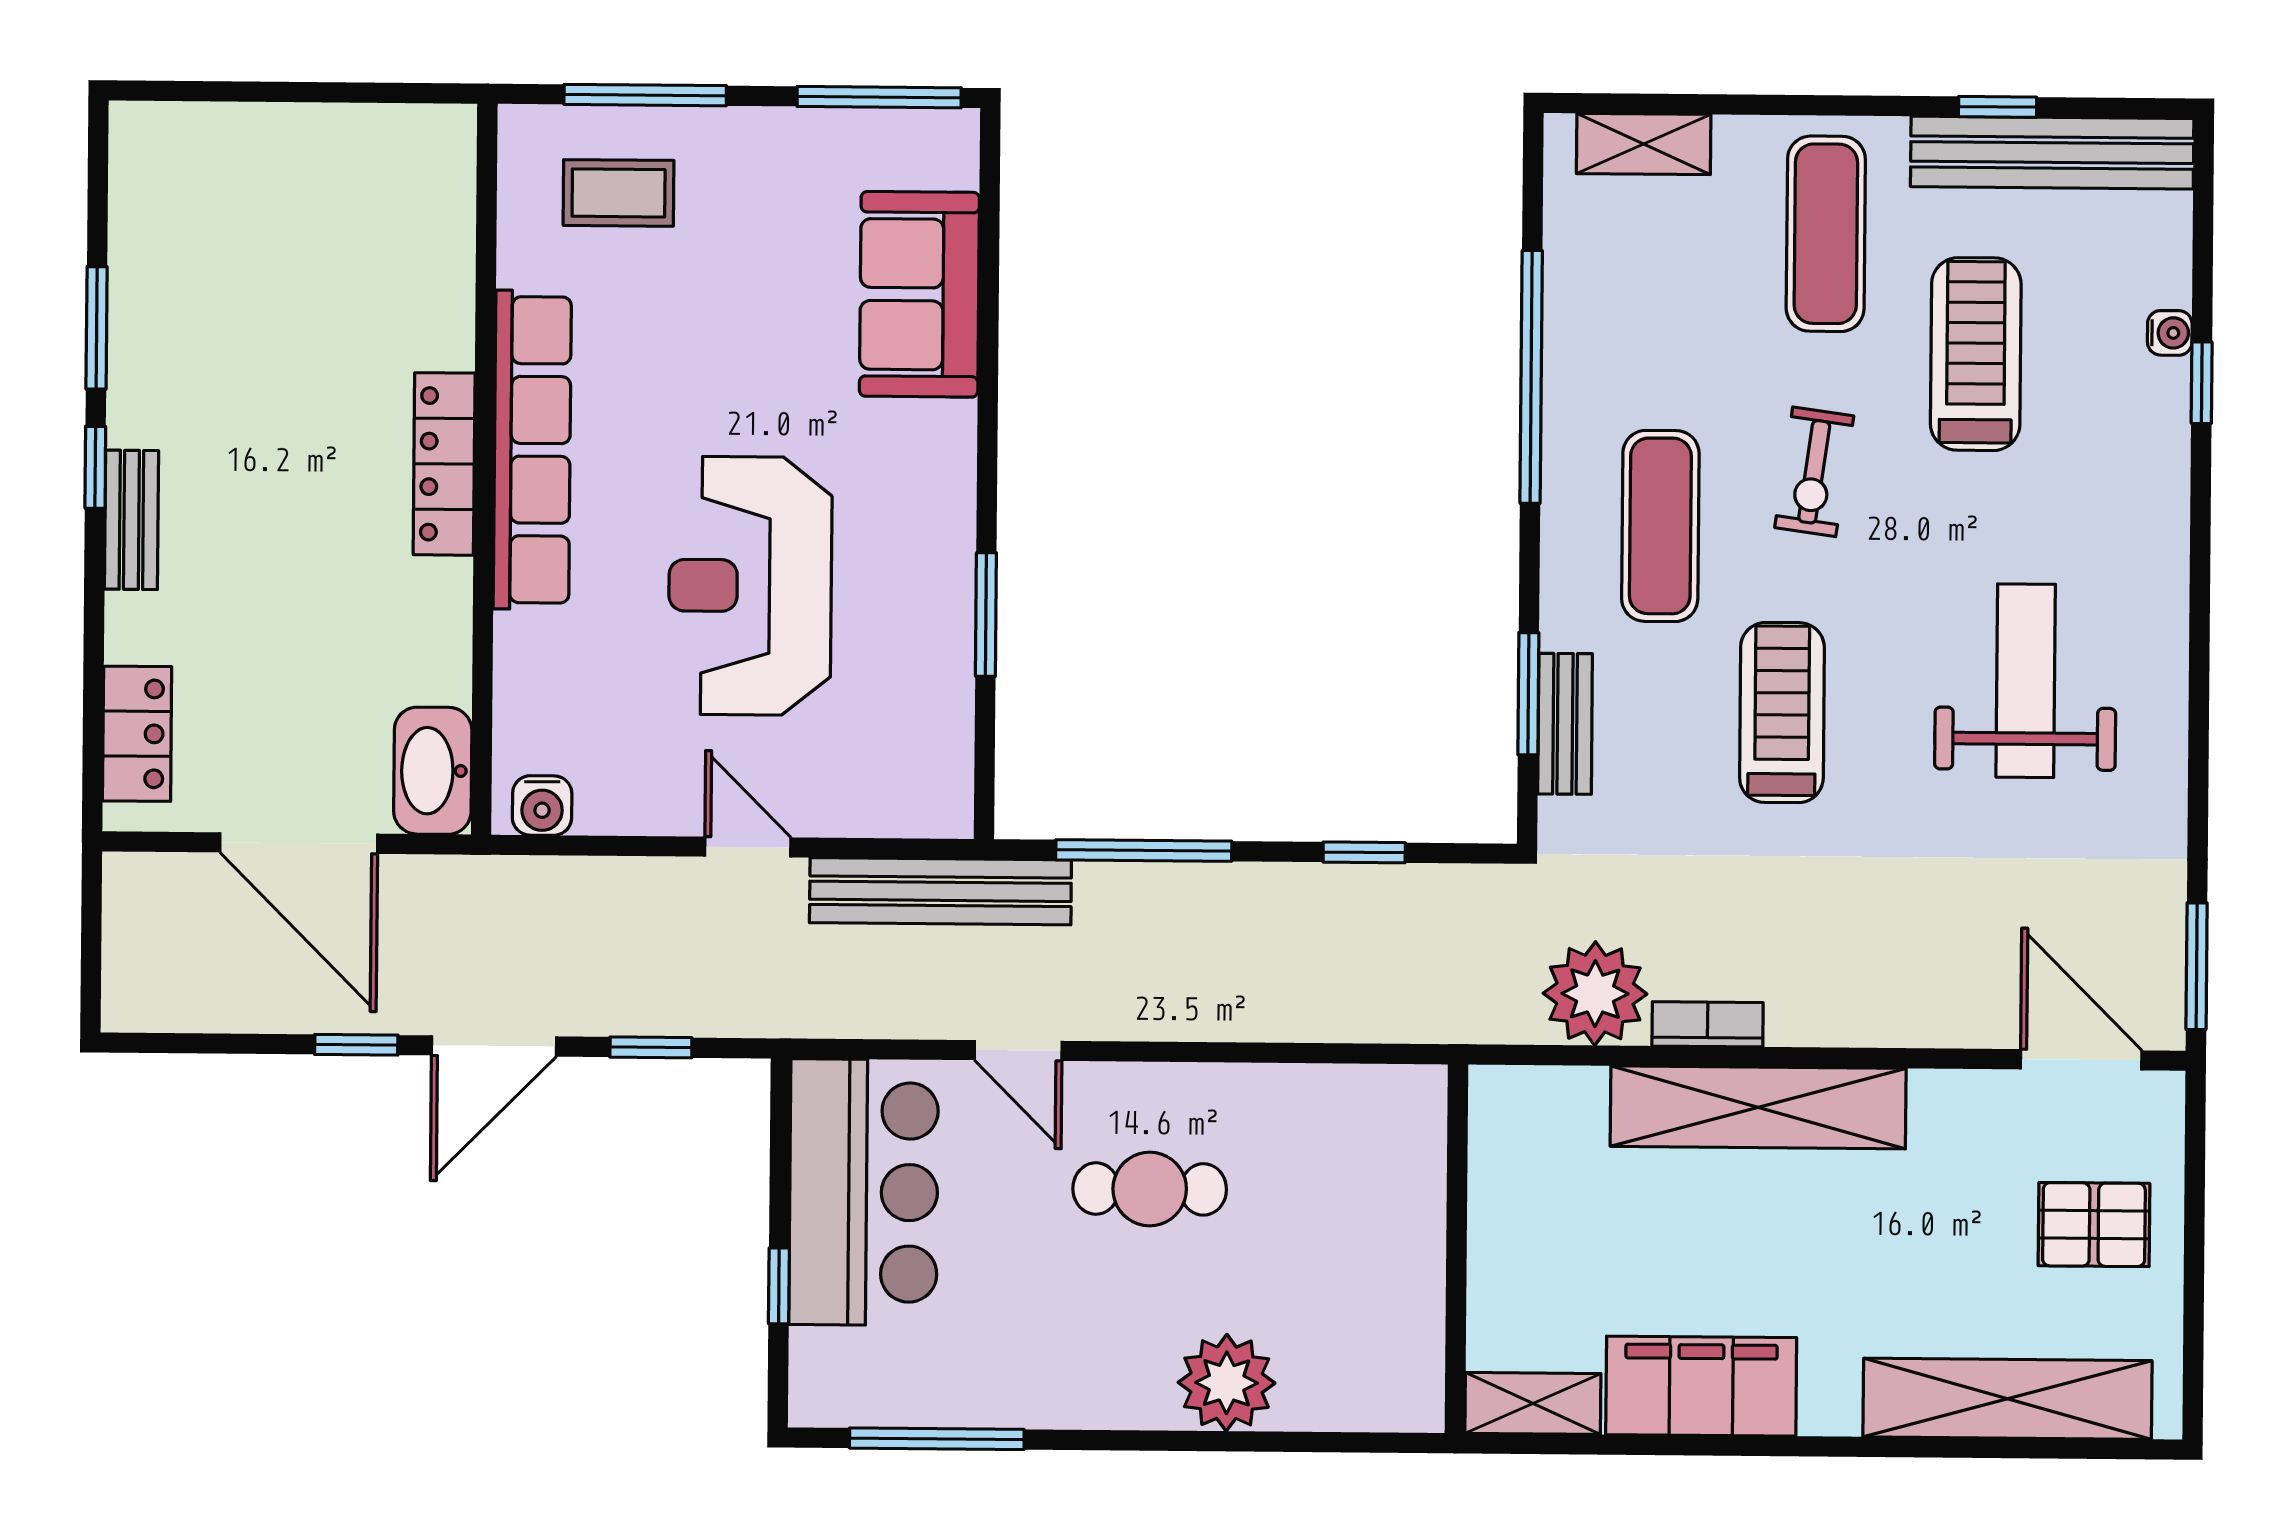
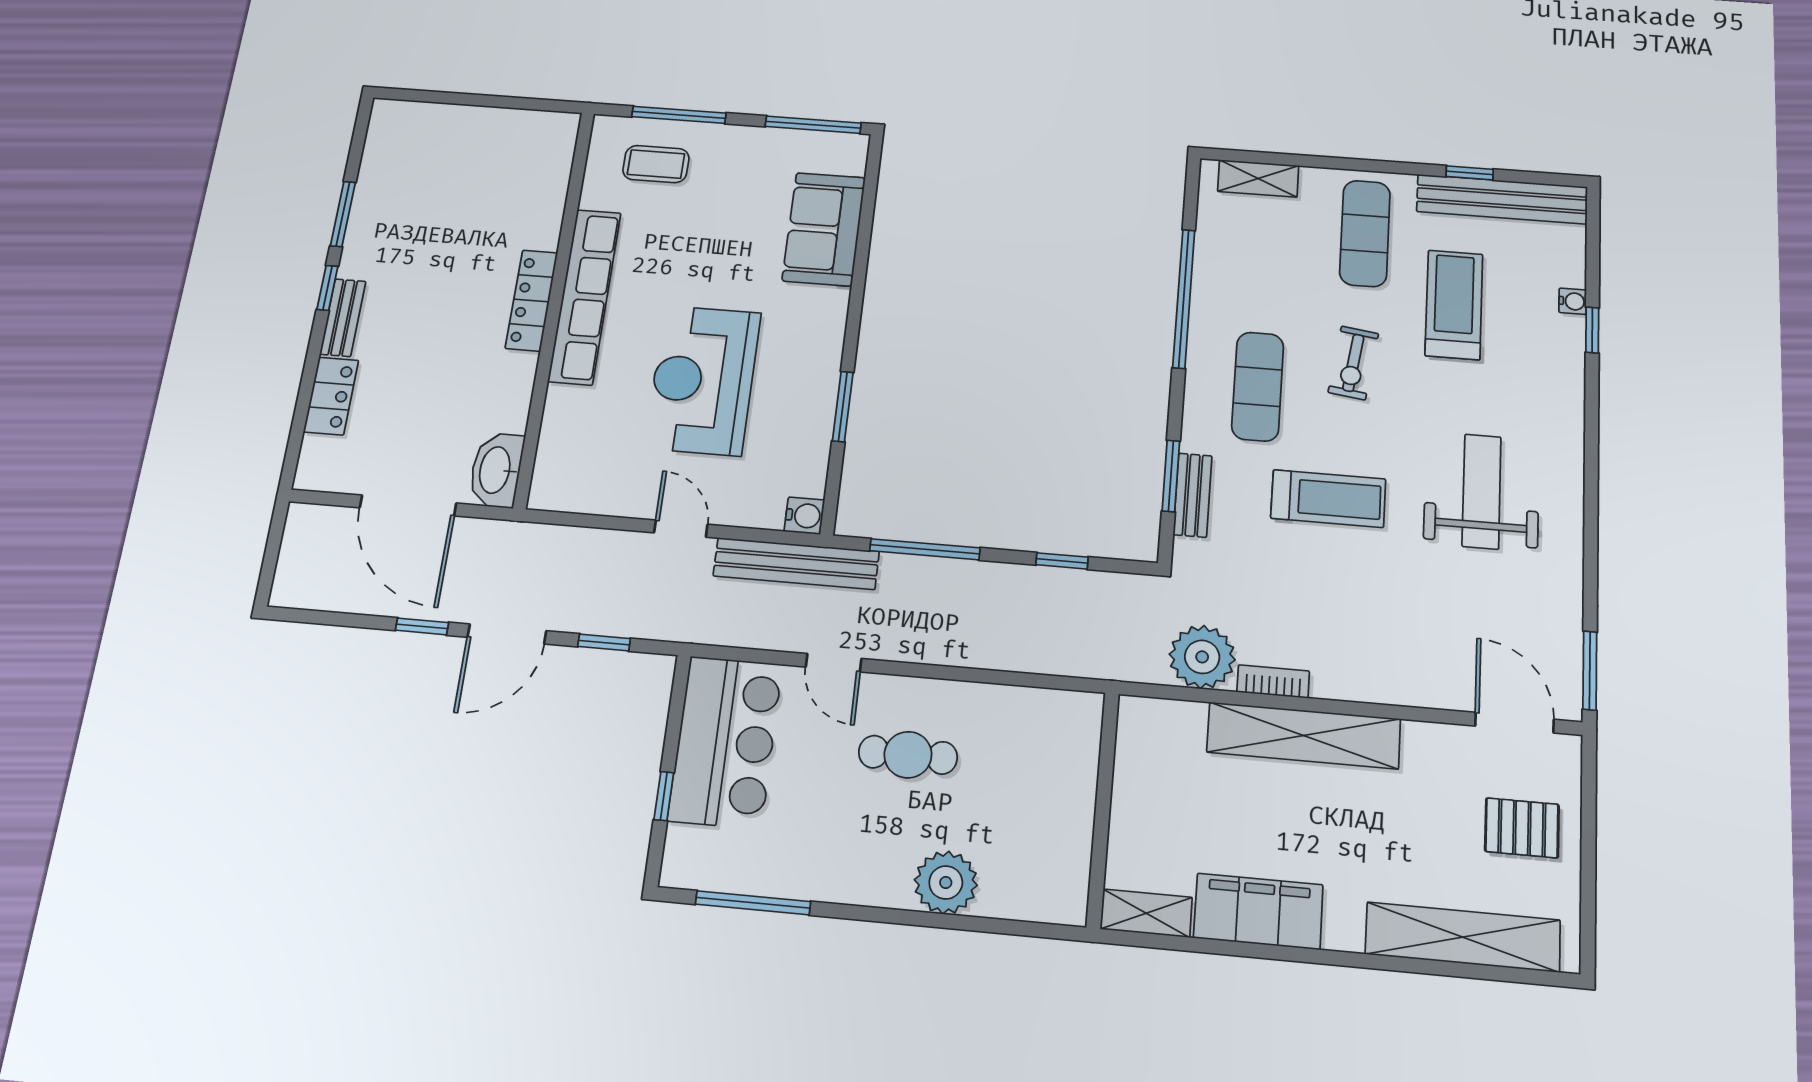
treadmill: (1782, 713) -> (1328, 499), turned 90
locker: (137, 734) -> (331, 396), moved
water cooler: (542, 805) -> (804, 516), moved, turned -90

